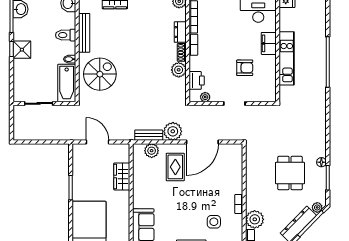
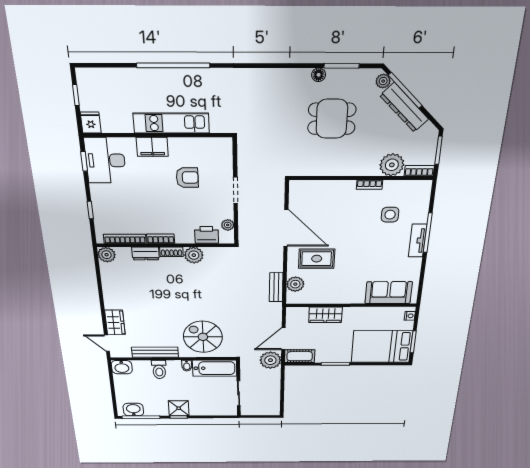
armchair: (245, 68) -> (187, 177), turned 90
plant: (173, 131) -> (270, 360), moved
cot: (79, 156) -> (300, 356), added

